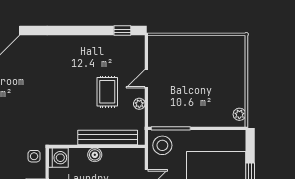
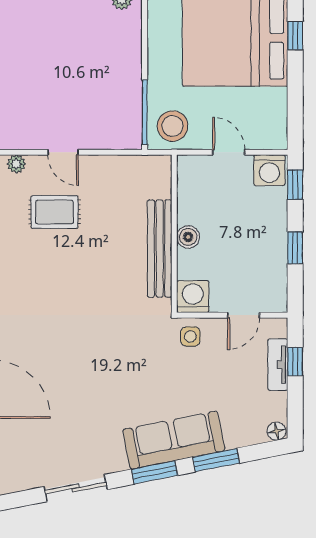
rug: (107, 92) -> (54, 212), moved
plant: (139, 104) -> (16, 164), moved
bench: (108, 137) -> (160, 249), moved

